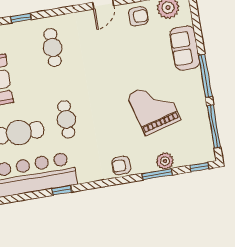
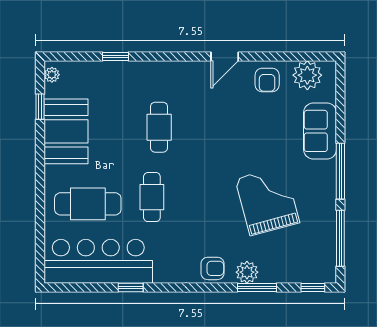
armchair: (138, 16) -> (267, 80), turned 90
cafe table: (53, 48) -> (159, 127), moved
plant: (165, 161) -> (247, 272), moved
armchair: (121, 166) -> (213, 268), turned 180

